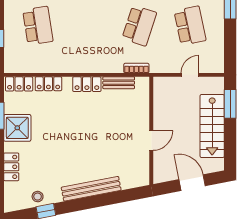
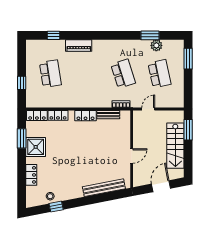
school desk: (139, 26) -> (123, 74), turned -36
door: (190, 75) -> (148, 109), moved
door: (192, 183) -> (161, 186), hinge flipped
bench: (91, 189) -> (104, 188), moved

